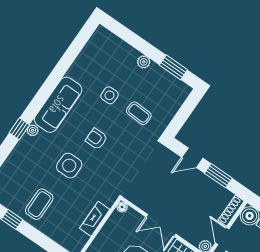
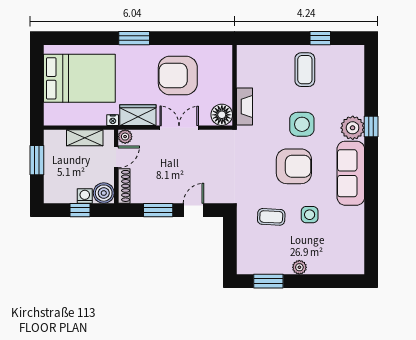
plant: (33, 130) -> (353, 128), width x1.88, depth x1.88
armchair: (96, 139) -> (294, 166), width x1.88, depth x1.88
floor lamp: (122, 207) -> (222, 115), width x1.89, depth x1.89
fireplace: (95, 219) -> (244, 106), moved
door: (222, 236) -> (116, 157), hinge flipped

